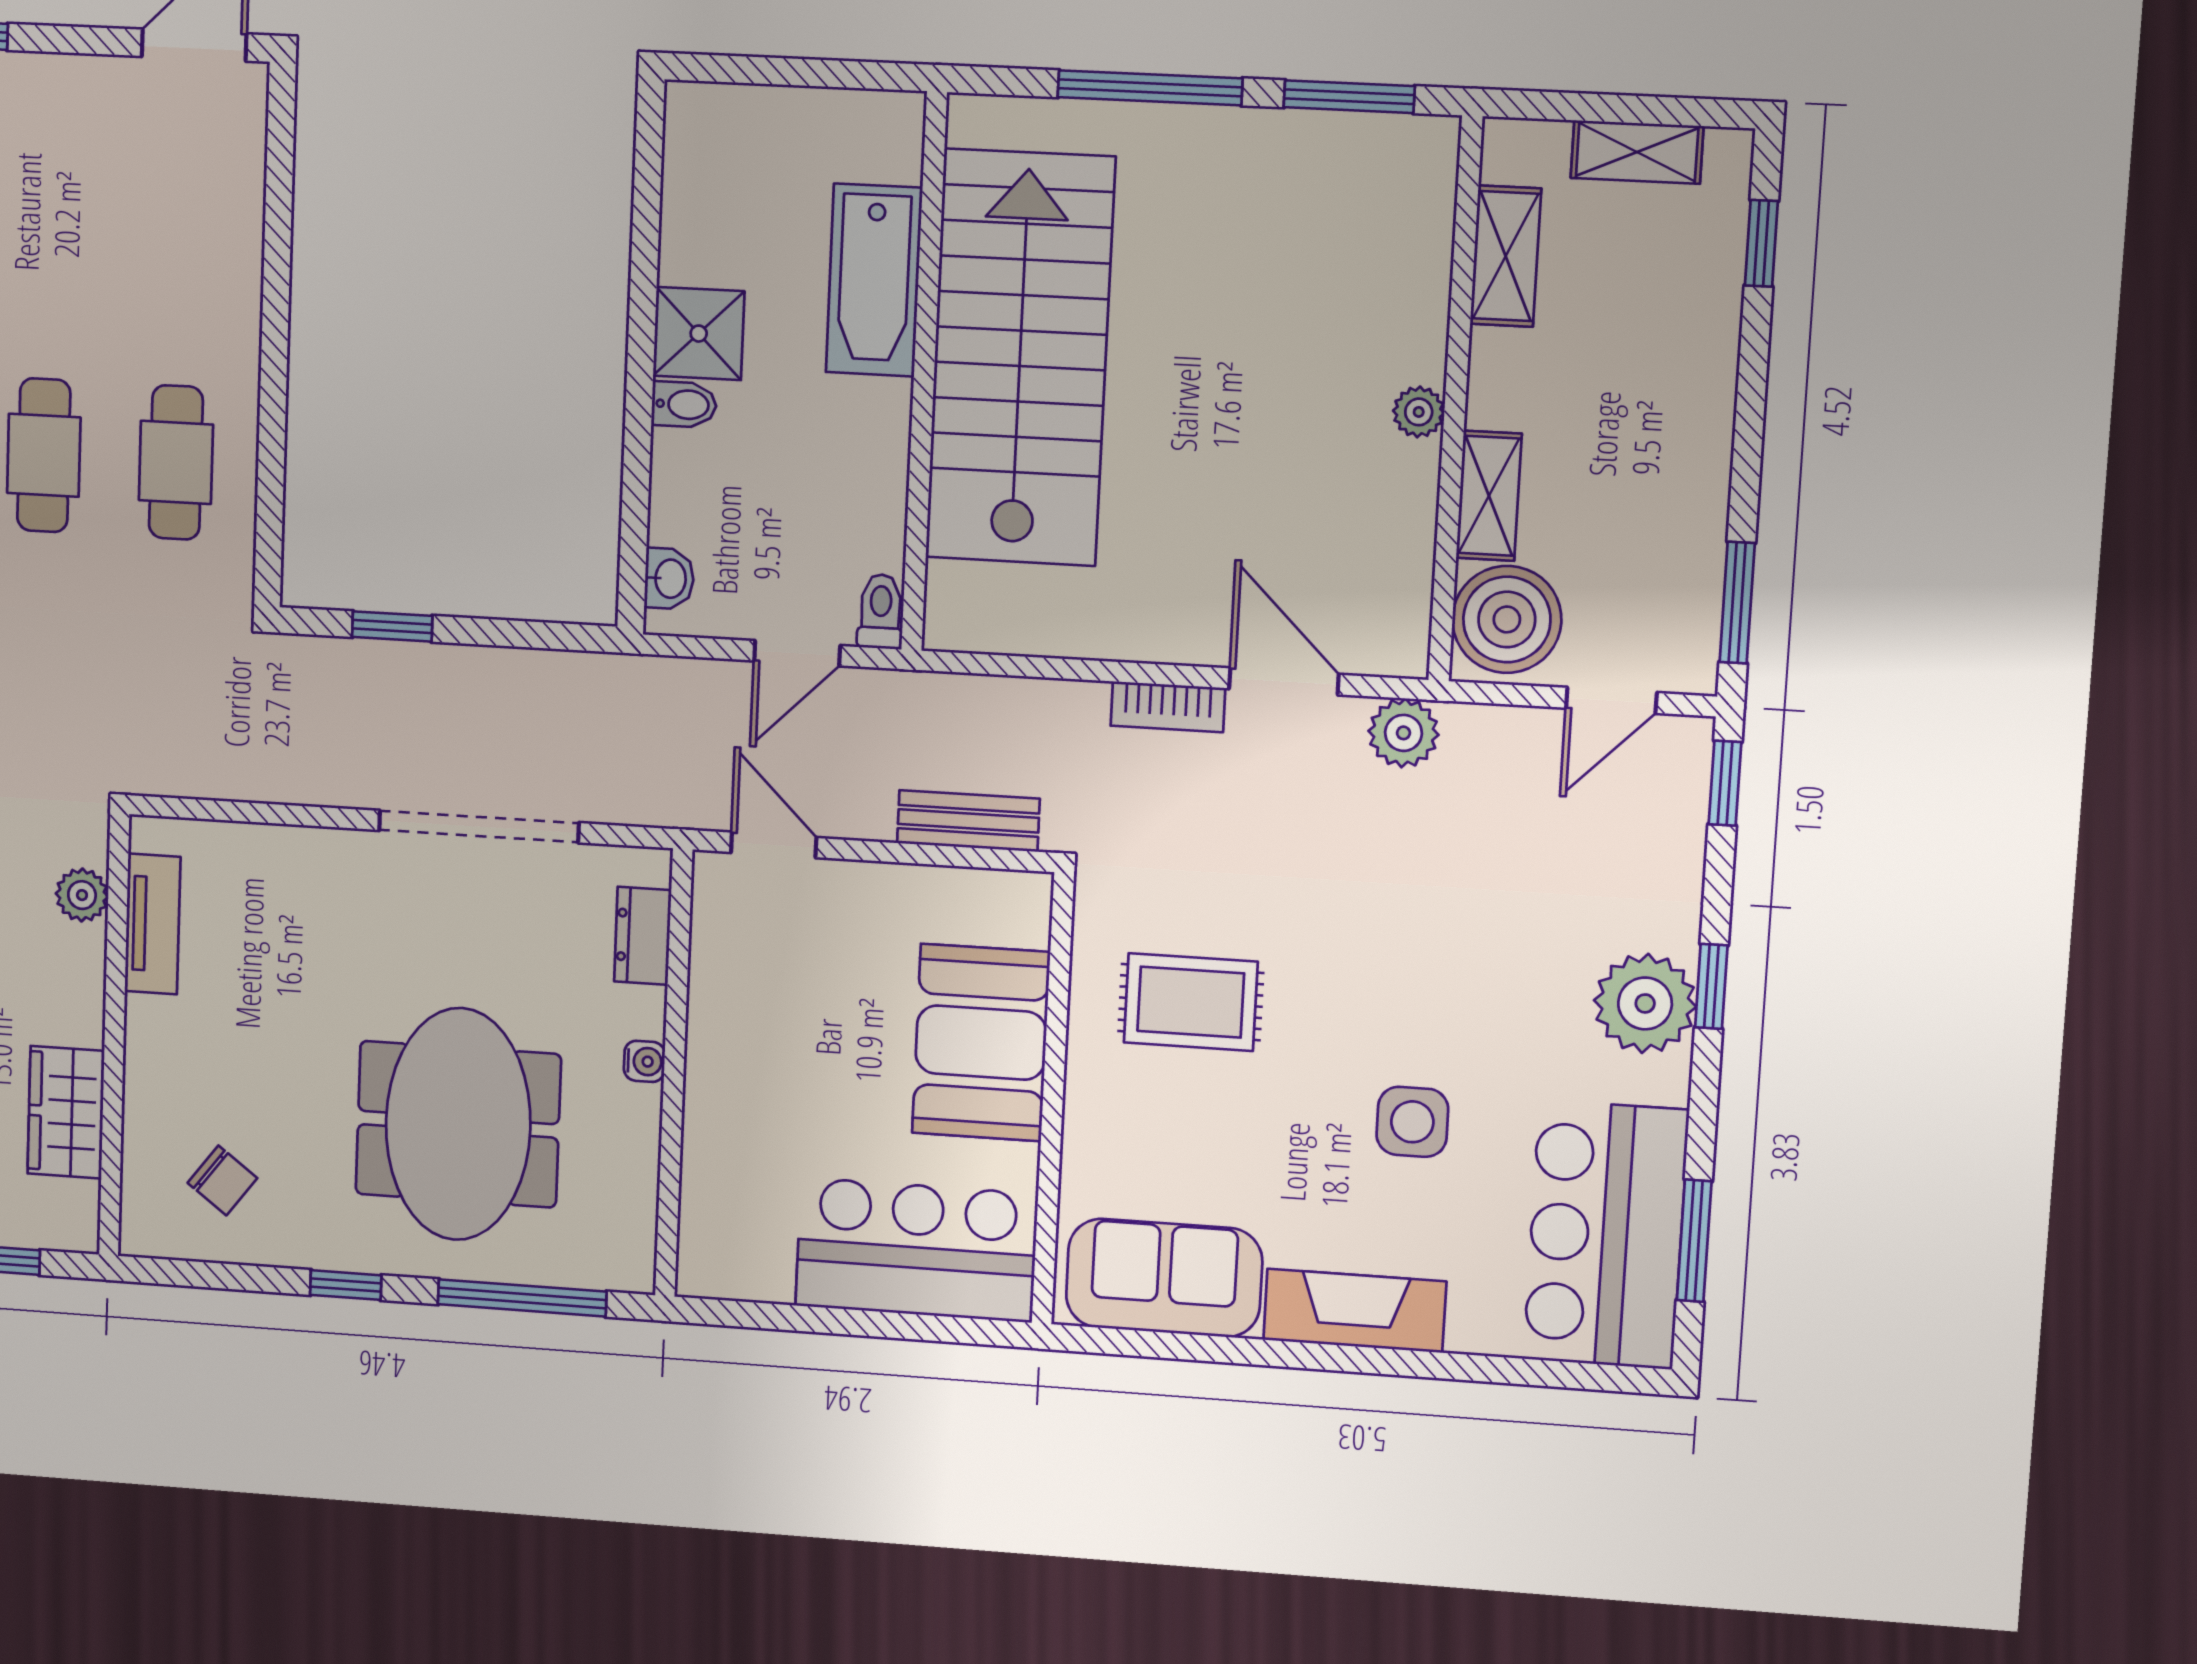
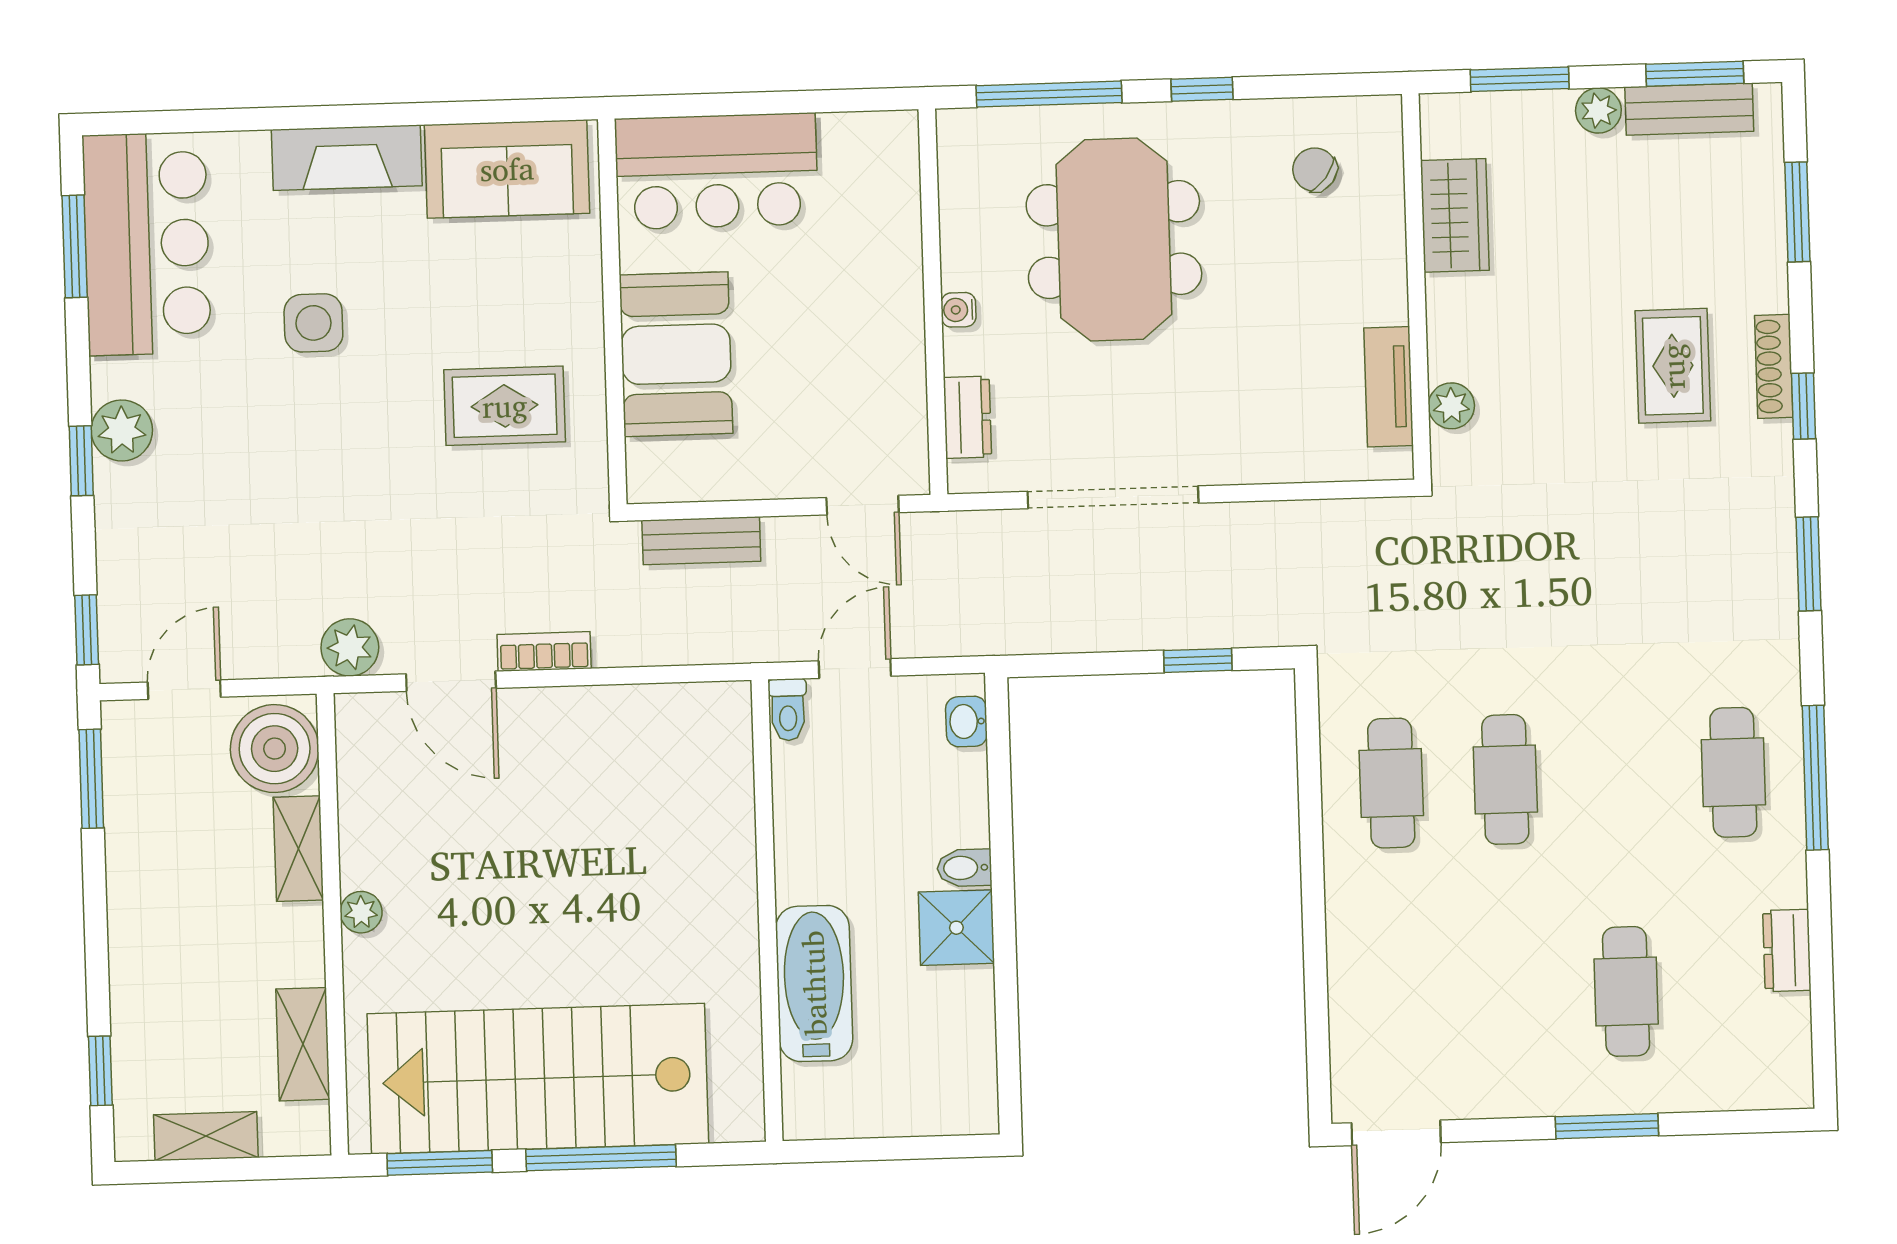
stairs: (1020, 358) -> (538, 1079), moved, turned 90
plant: (1645, 1003) -> (122, 430), width x0.73, depth x0.73

